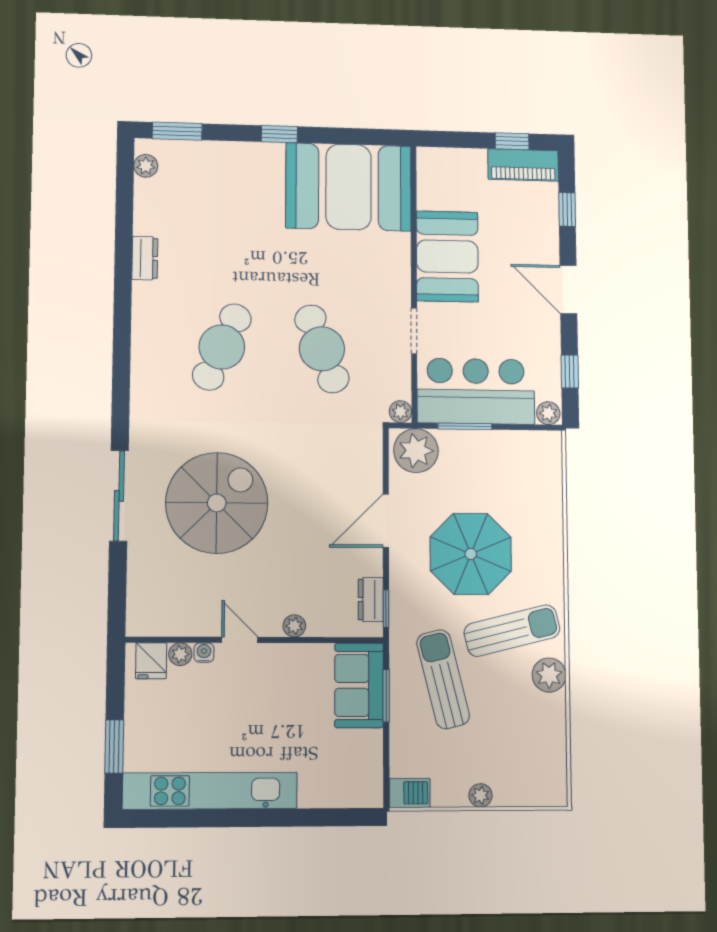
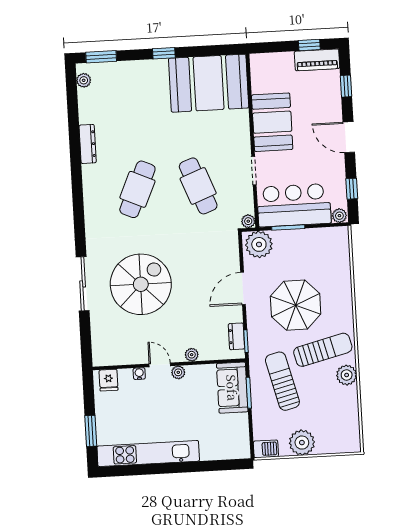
dresser: (145, 258) -> (88, 144), width x1.44
plant: (180, 654) -> (178, 372), moved
plant: (480, 795) -> (302, 443), width x1.88, depth x1.88

